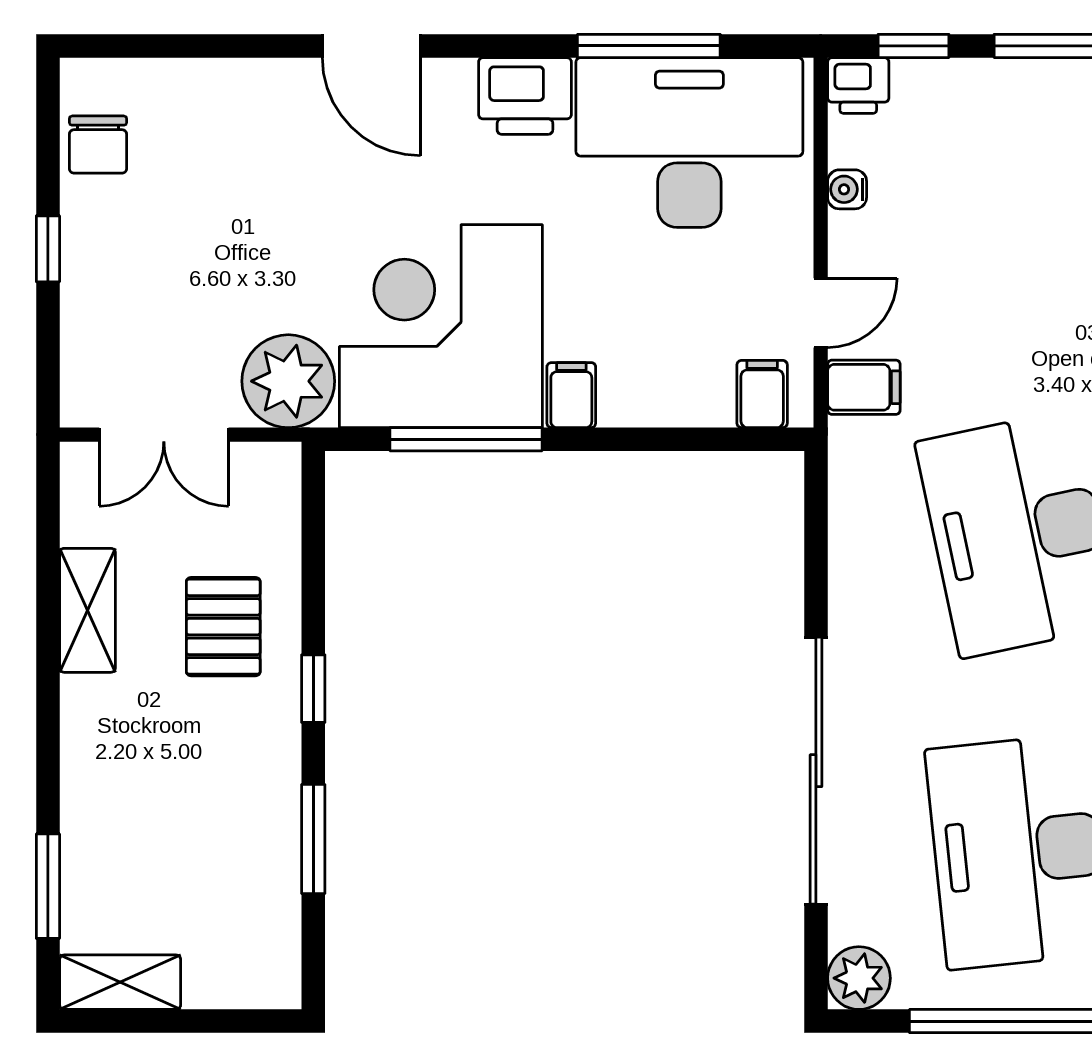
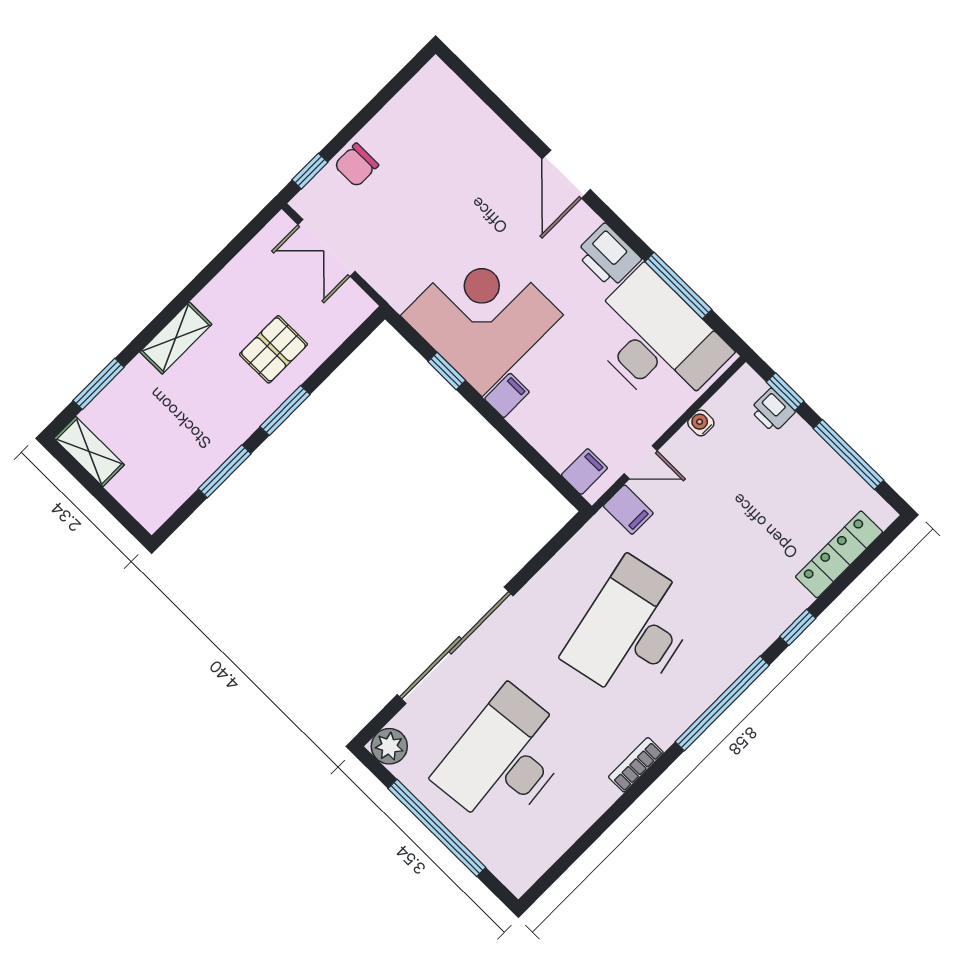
printer: (858, 85) -> (772, 411), moved
chair: (98, 145) -> (356, 165), moved
window: (48, 249) -> (310, 171), moved
plant: (288, 381) -> (398, 276), removed
window: (466, 439) -> (447, 371), width x0.46
shelving: (87, 610) -> (176, 338), moved
window: (313, 689) -> (285, 410), width x1.50

